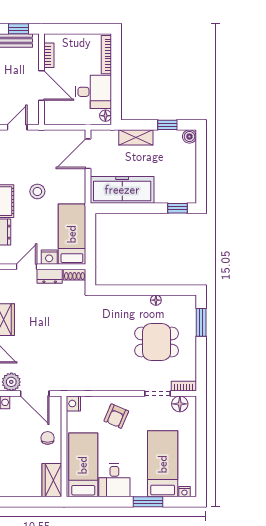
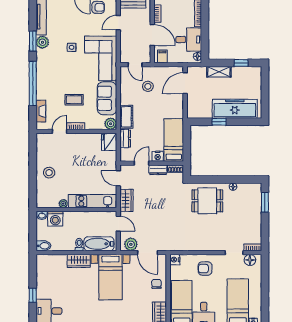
filing cabinet: (56, 116) -> (162, 56), added
door: (17, 127) -> (135, 65), swing flipped
boiler: (189, 137) -> (257, 71), removed
freezer: (122, 190) -> (235, 109), moved
stool: (37, 191) -> (148, 86), moved
window: (178, 208) -> (219, 122), moved
dining table: (157, 342) -> (207, 201), moved
armchair: (116, 416) -> (205, 269), turned 67

